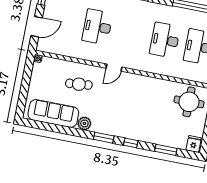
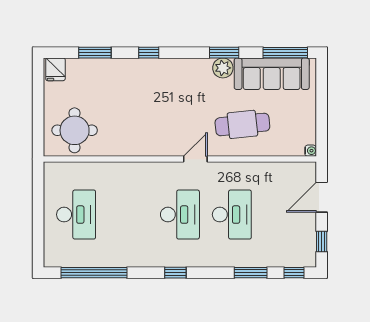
desk: (165, 40) -> (180, 215), moved
cafe table: (79, 84) -> (242, 124), width x1.37, depth x1.35
window: (42, 126) -> (285, 53), added
window: (104, 138) -> (224, 53), moved

